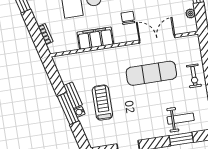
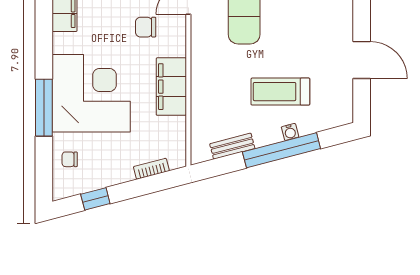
bench: (73, 95) -> (232, 146), moved
window: (68, 109) -> (281, 150), width x1.46

